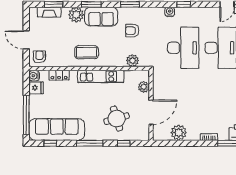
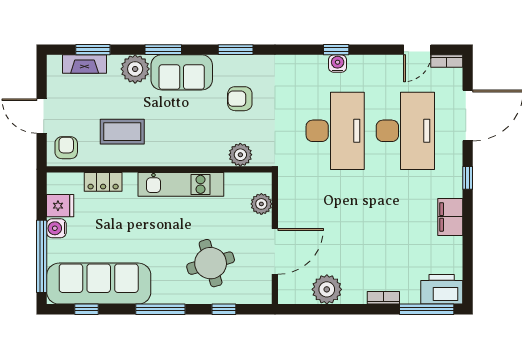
water cooler: (170, 12) -> (338, 64), moved
coffee table: (87, 52) -> (122, 132), moved
water cooler: (34, 76) -> (56, 228), moved

